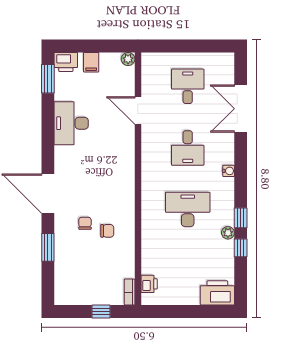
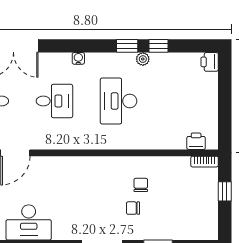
printer: (217, 293) -> (210, 62), width x0.53, depth x0.68

